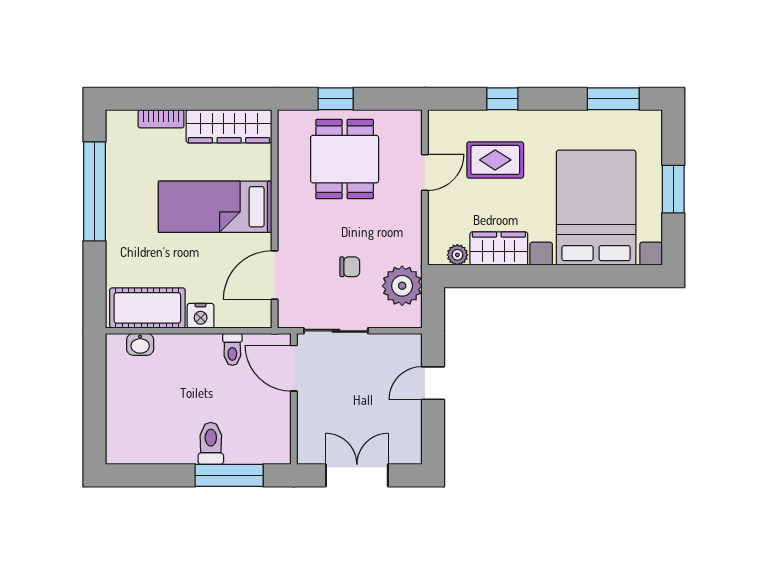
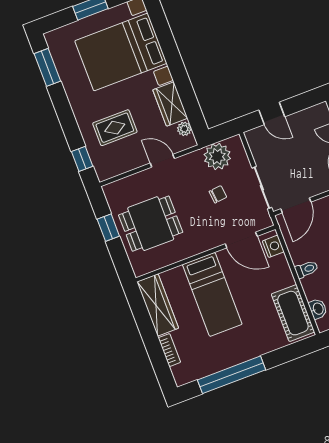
window: (336, 99) -> (108, 228), moved
window: (502, 99) -> (82, 159), moved
rug: (495, 160) -> (115, 128), turned 90
door: (425, 172) -> (162, 161), moved
chair: (350, 267) -> (218, 194), turned 84
nightstand: (201, 316) -> (273, 246), moved
toilet: (232, 349) -> (306, 269), moved

